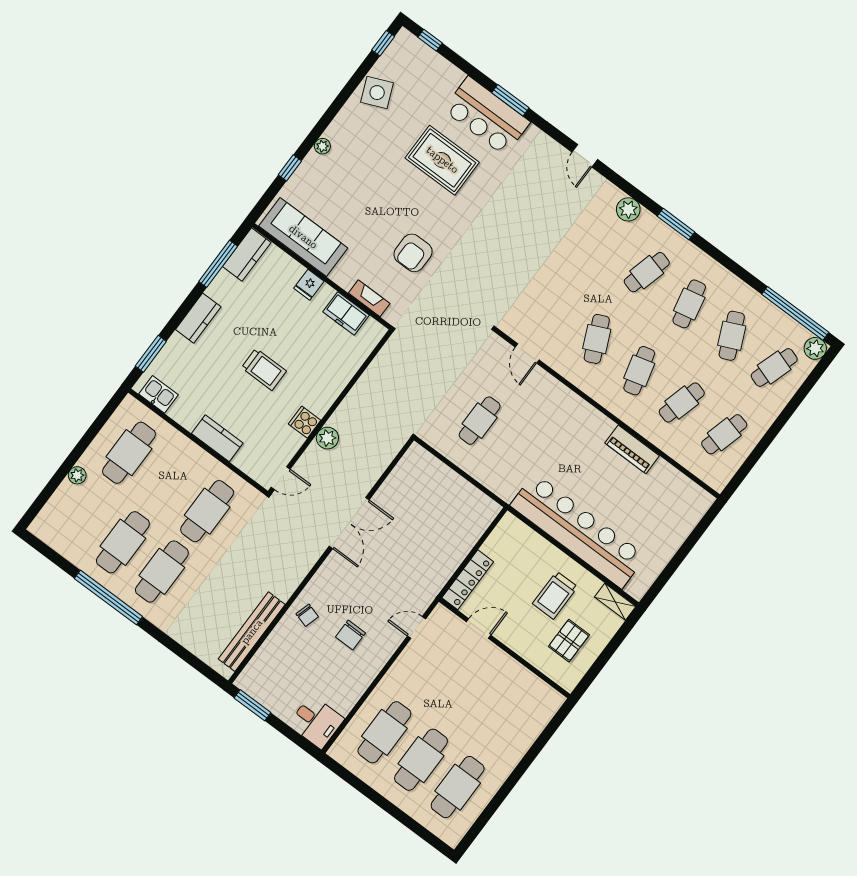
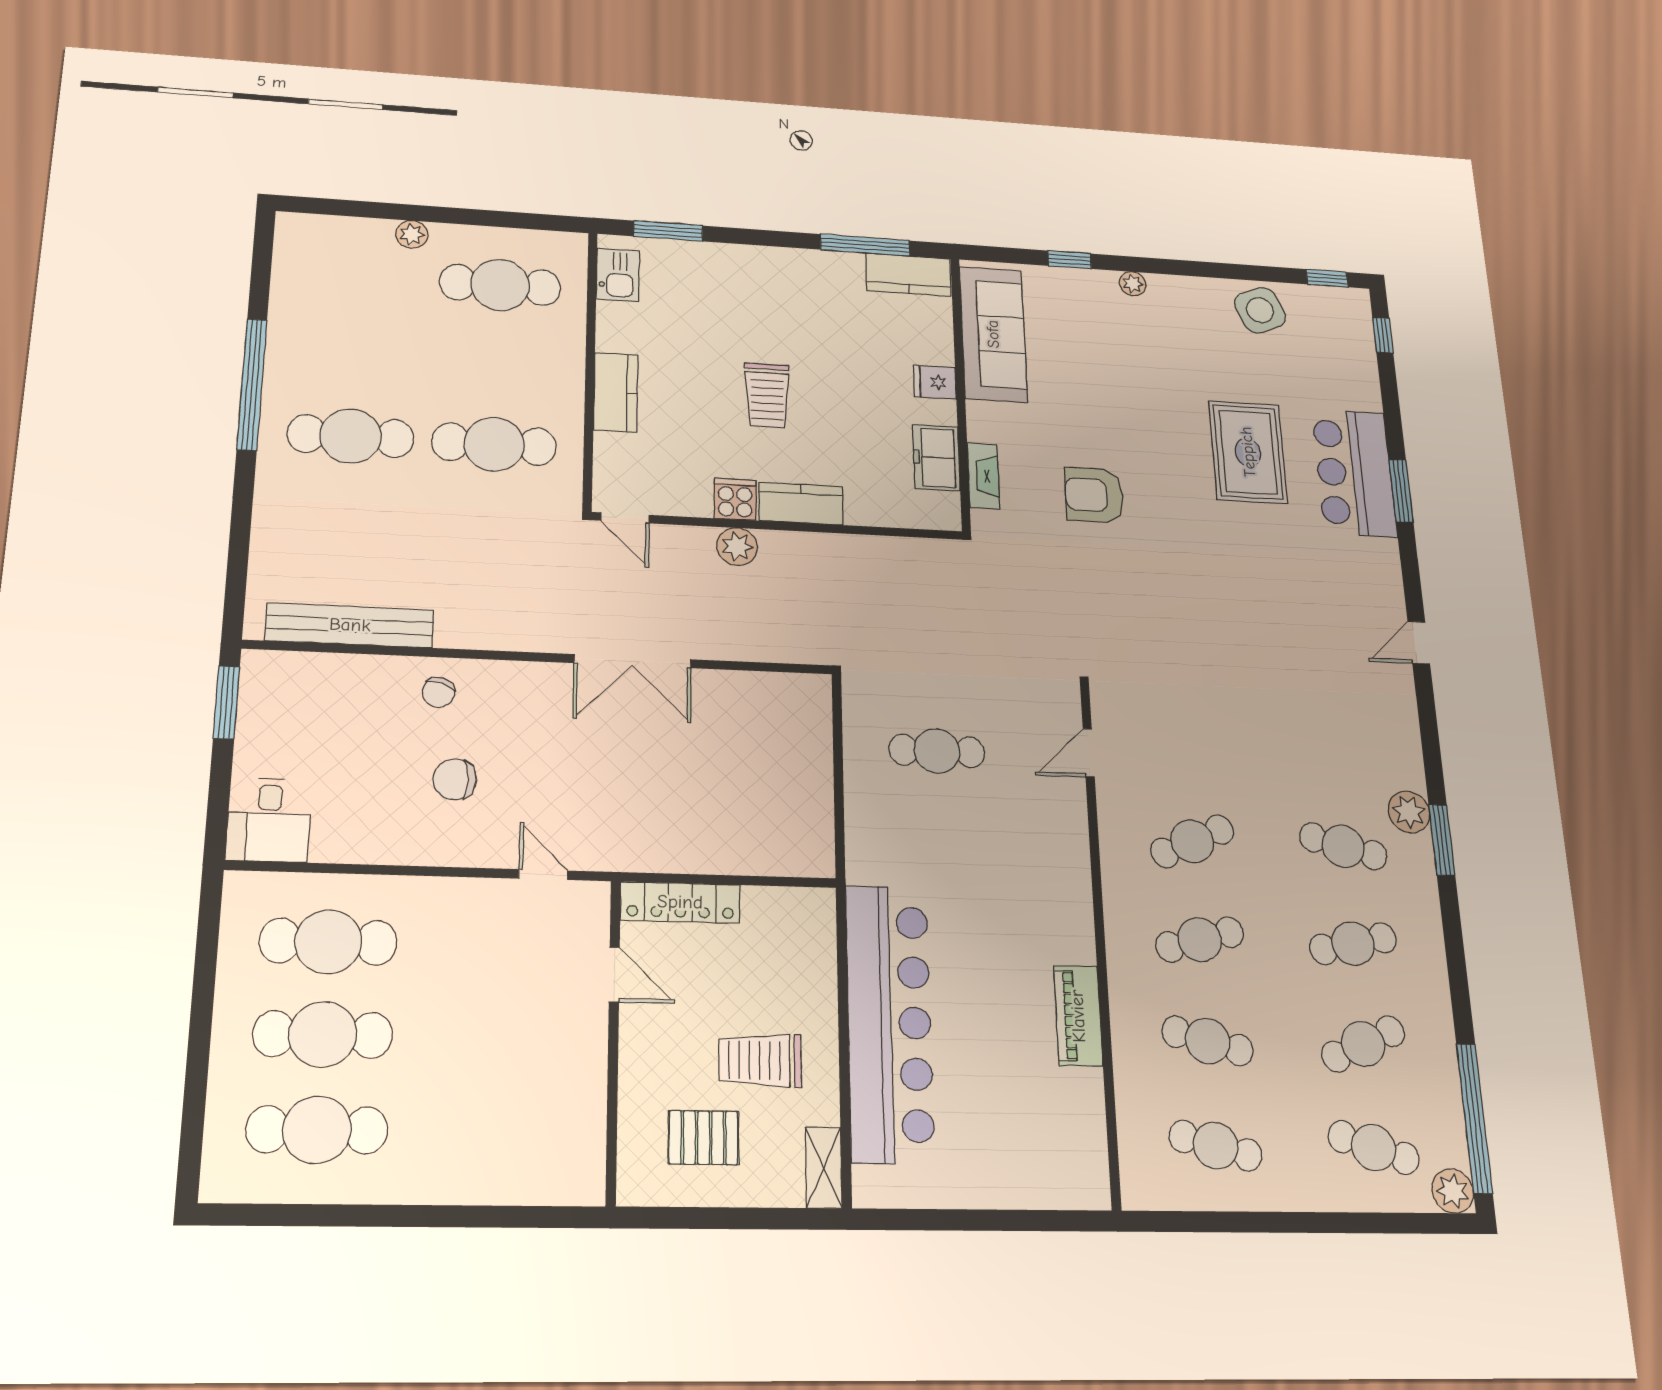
plant: (628, 209) -> (1409, 812), moved
kitchen counter: (198, 318) -> (801, 504), moved, turned 180
cafe table: (123, 542) -> (356, 355), removed

